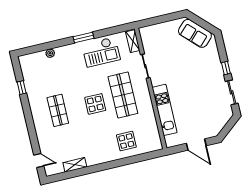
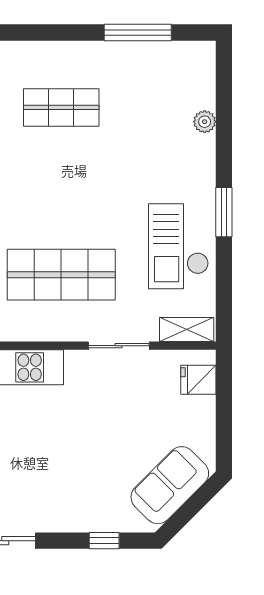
fridge: (151, 32) -> (198, 380), added
window: (226, 68) -> (104, 541), moved
window: (22, 88) -> (138, 32), width x2.17
display table: (95, 104) -> (56, 202), removed

